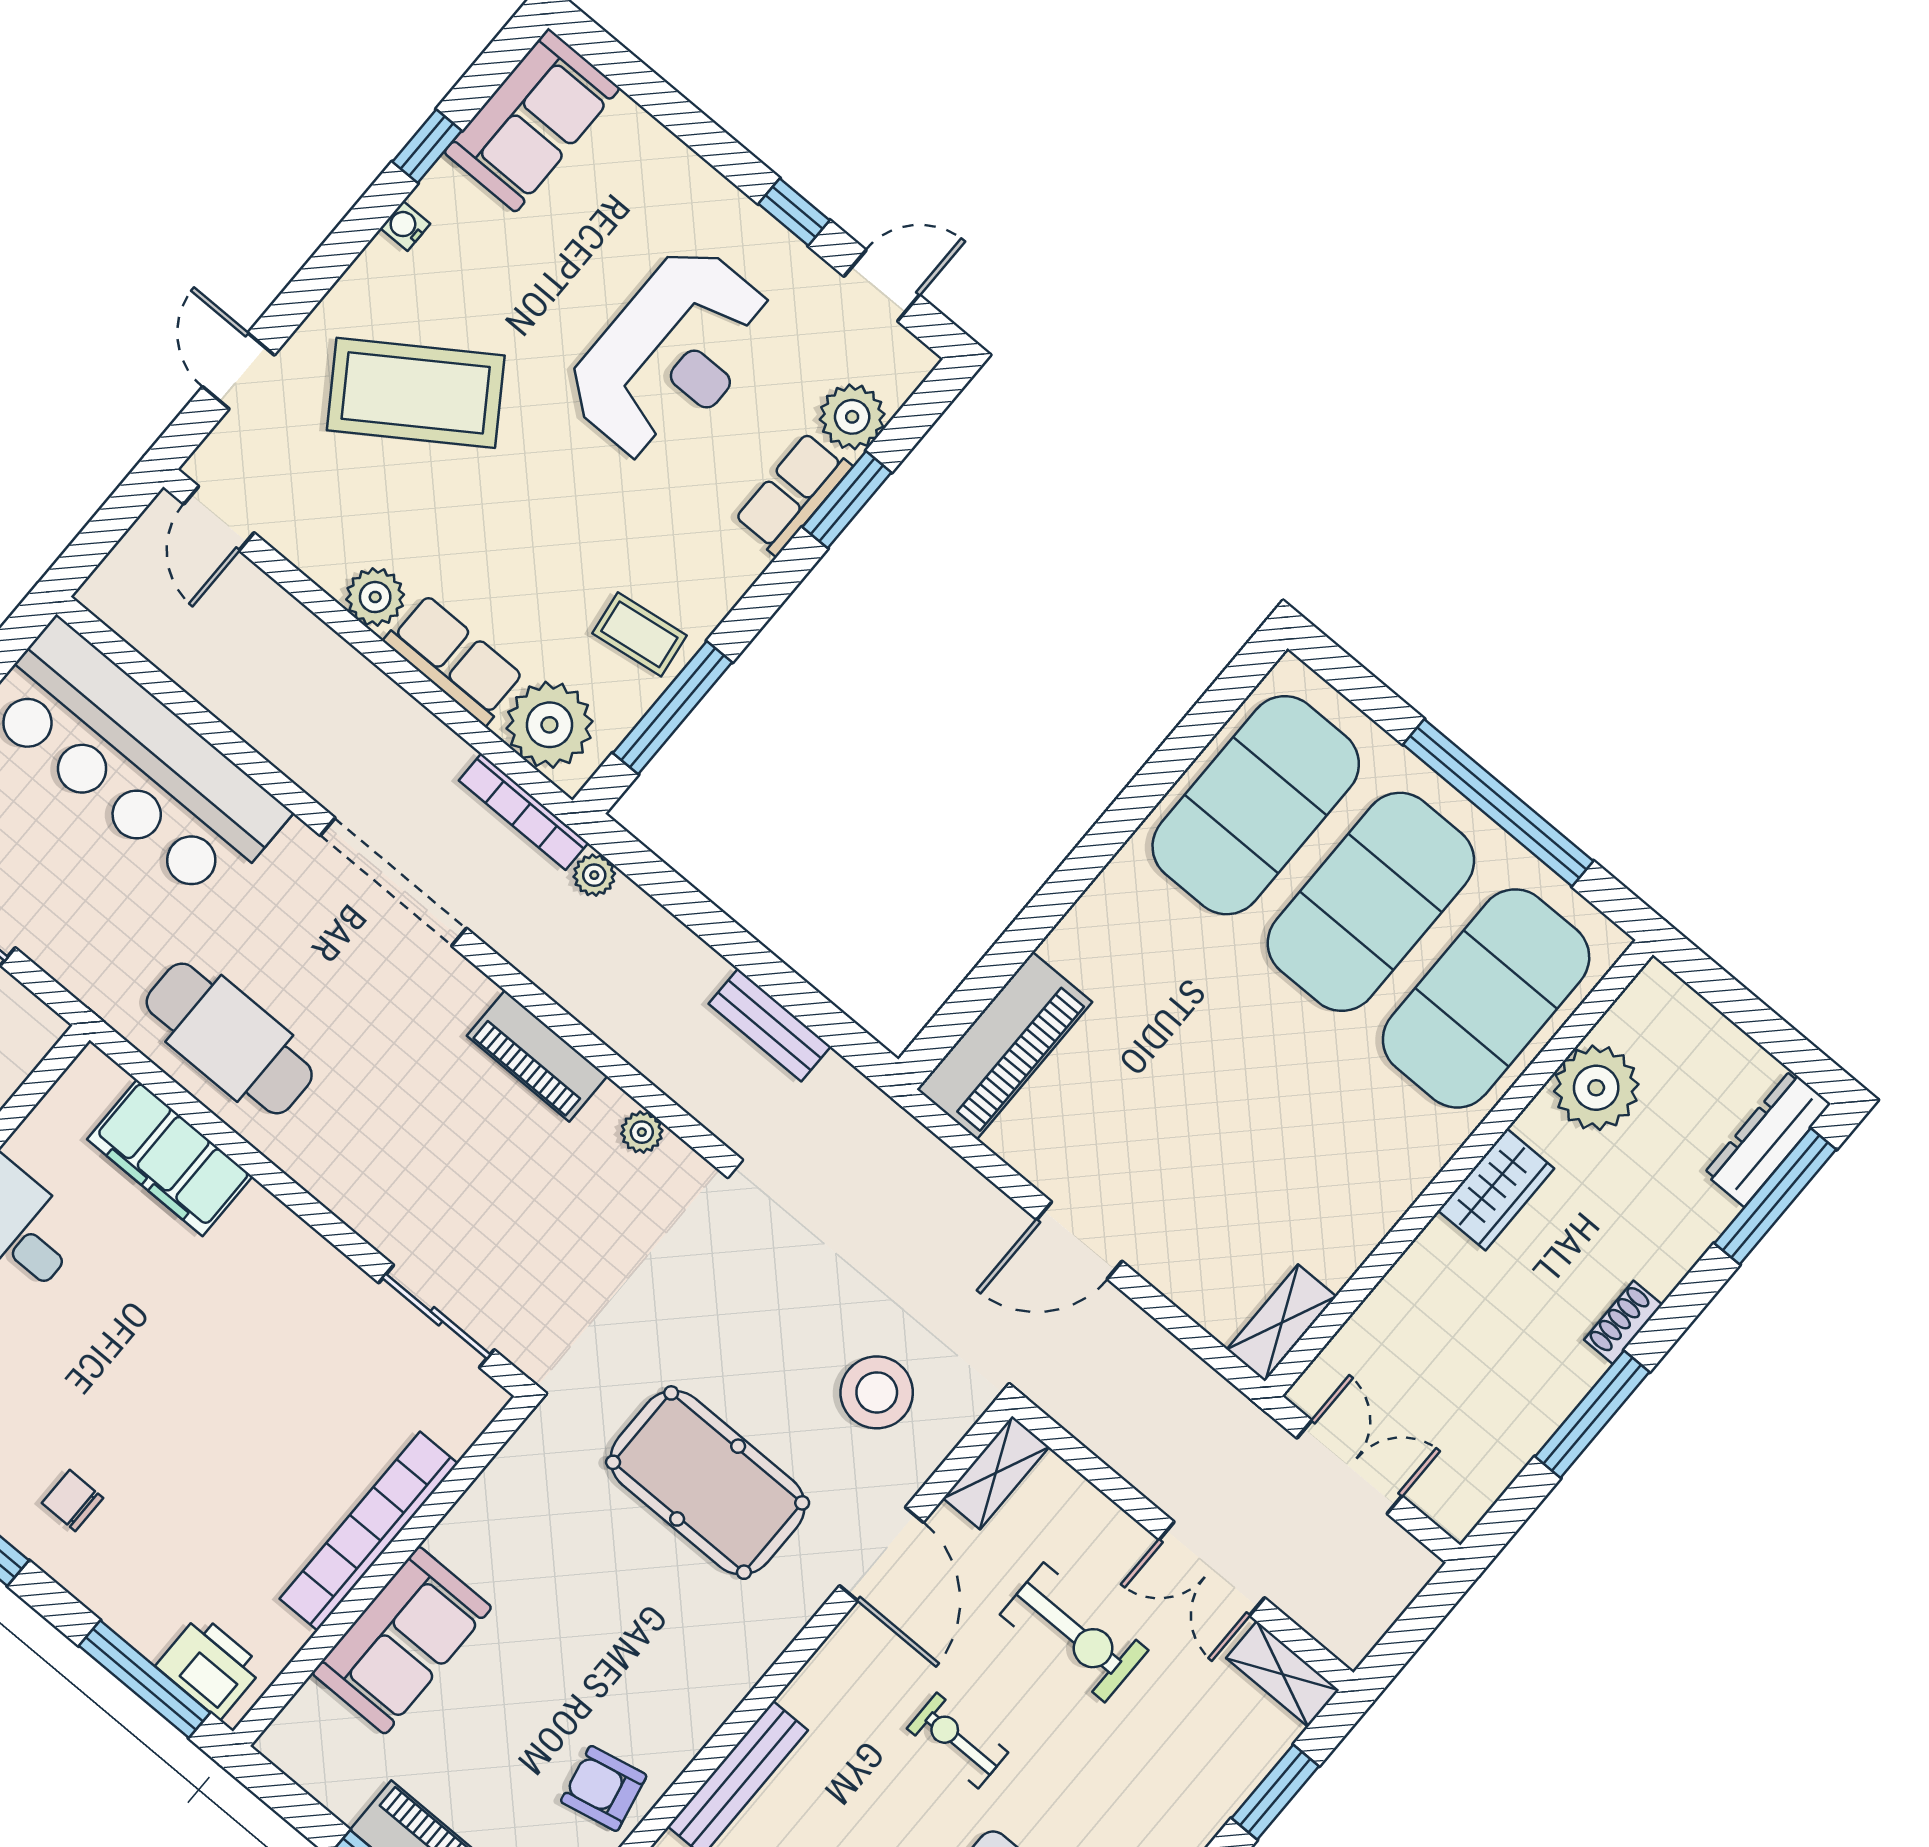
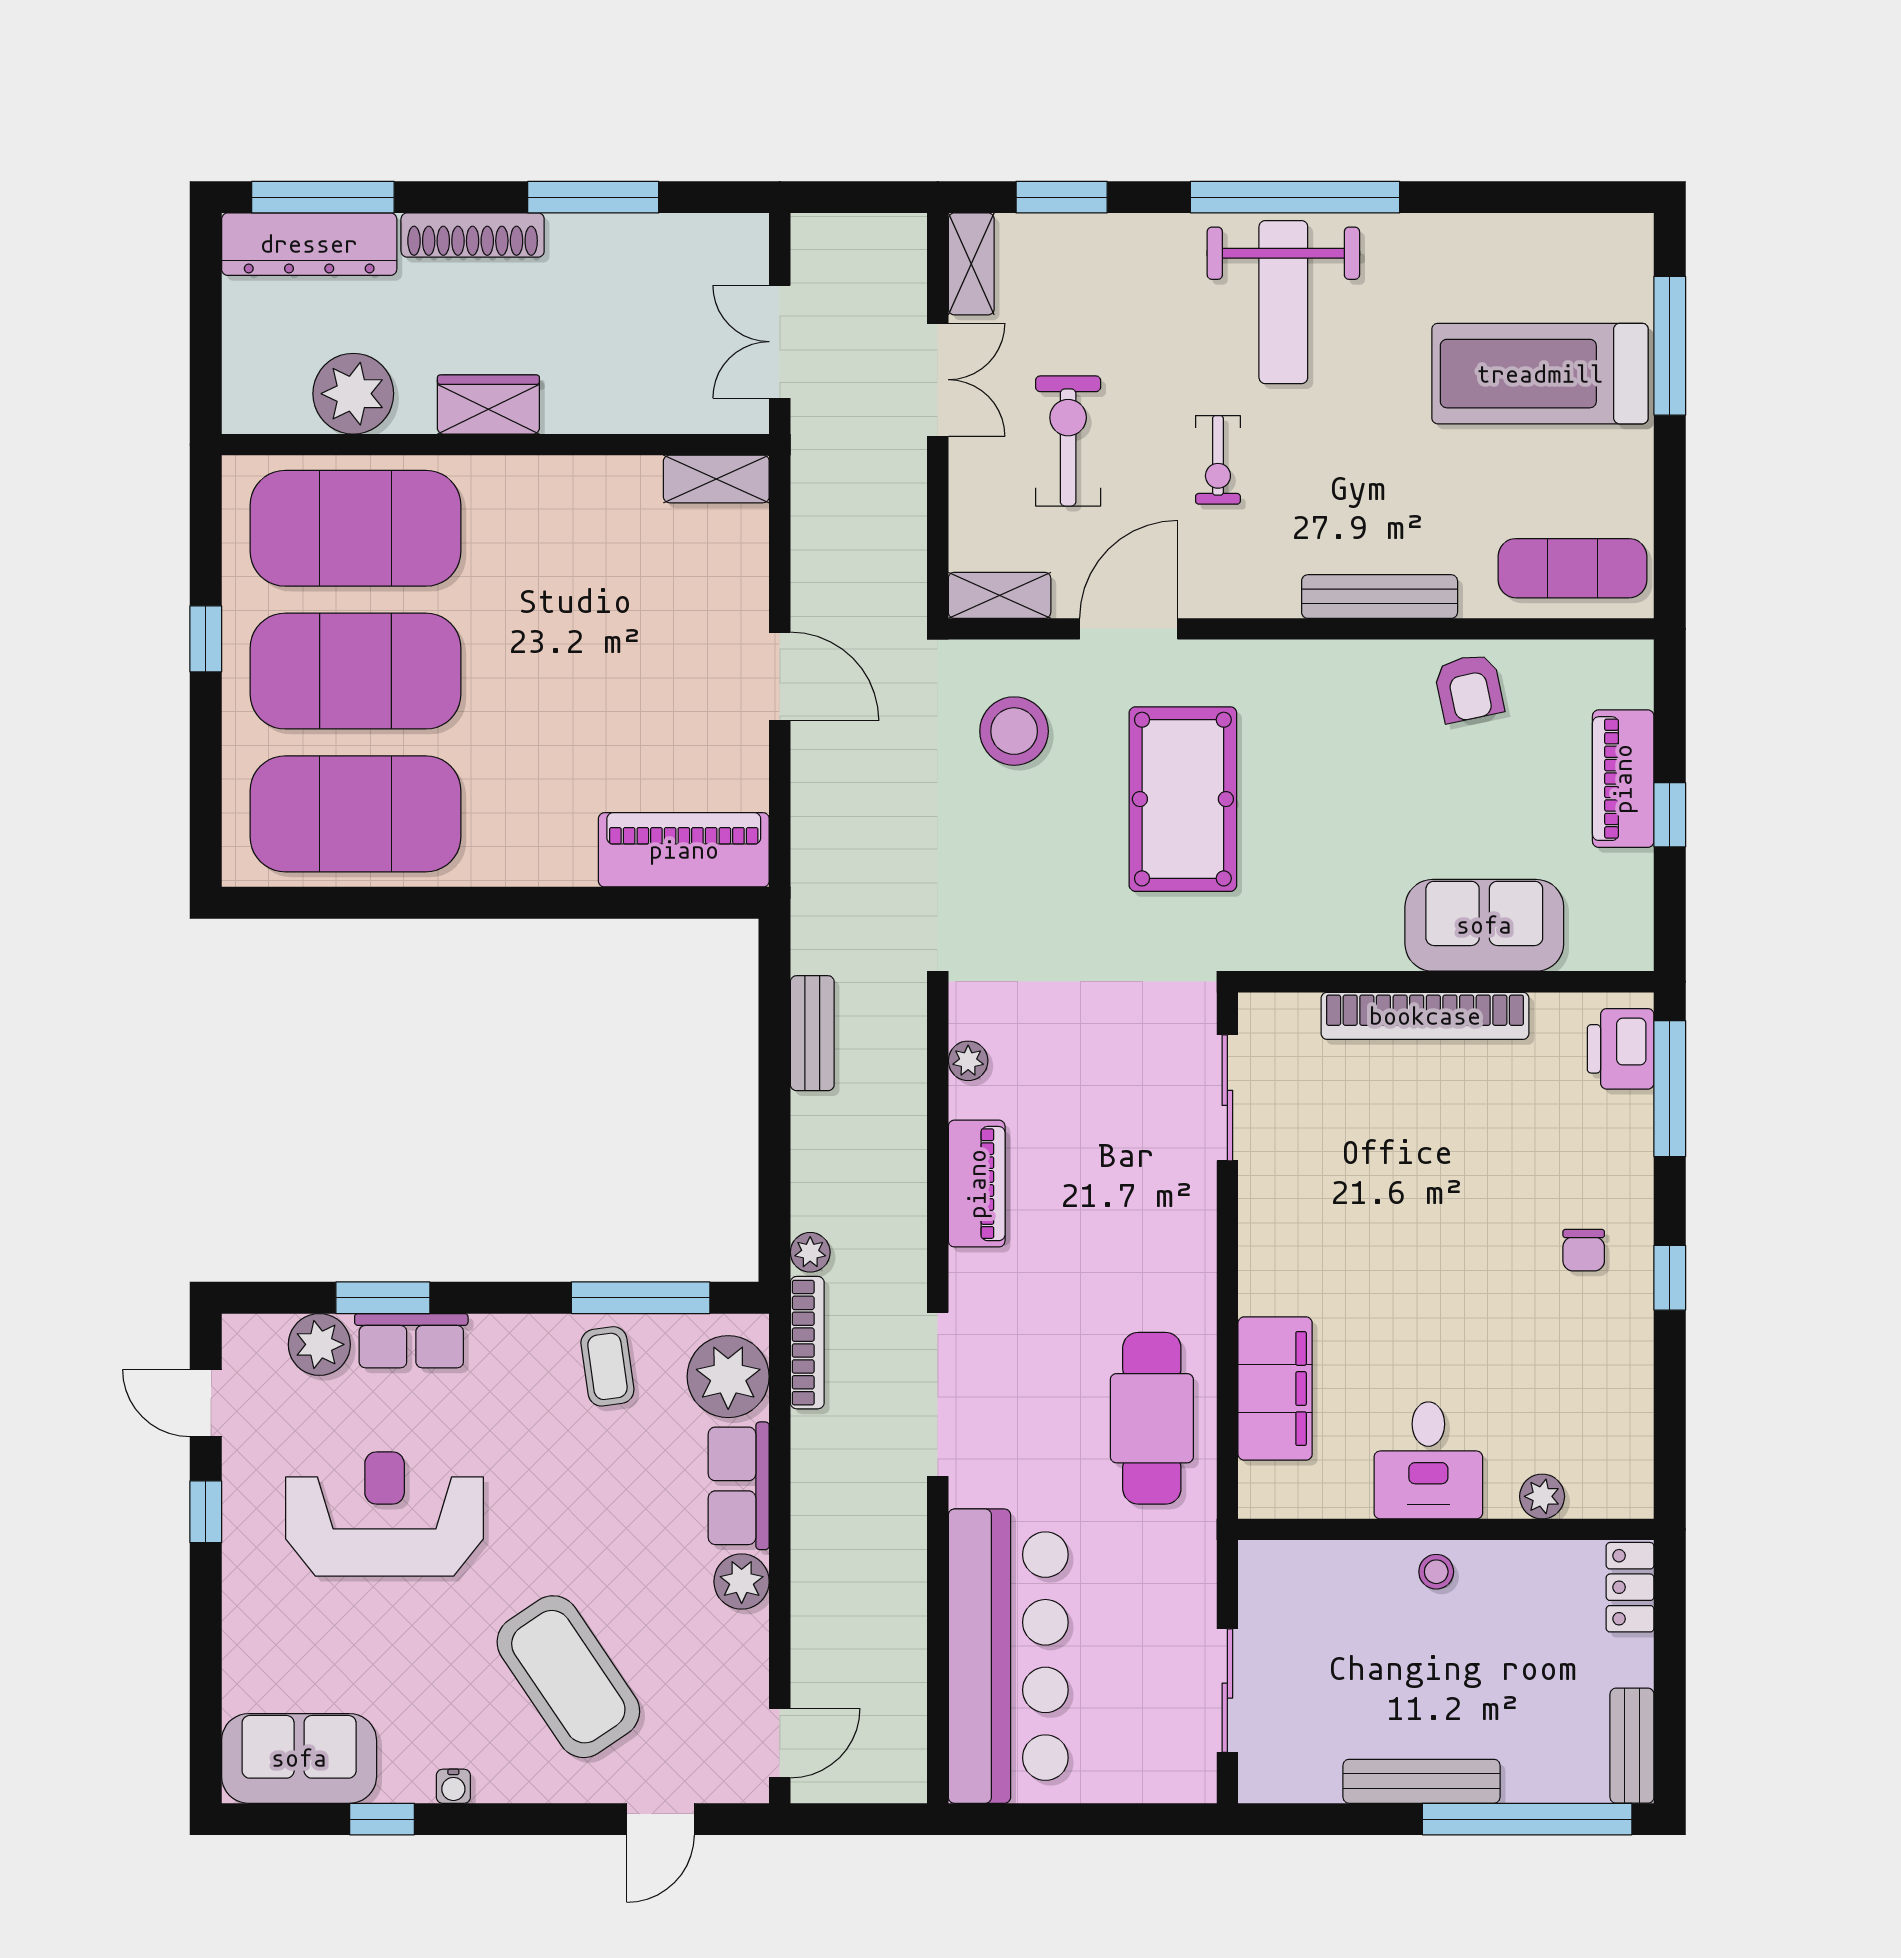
window: (1498, 803) -> (206, 639), width x0.32
dresser: (1767, 1139) -> (309, 244), width x1.37, depth x1.24
shoe rack: (1623, 1322) -> (473, 235), width x1.94, depth x1.24

